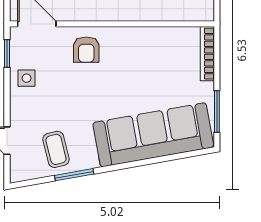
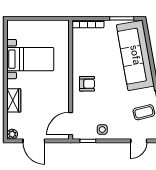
armchair: (86, 50) -> (87, 84), moved

